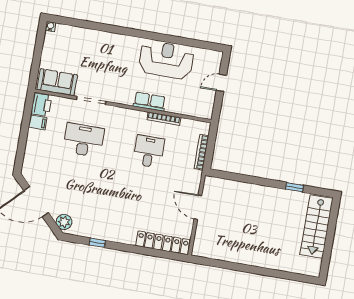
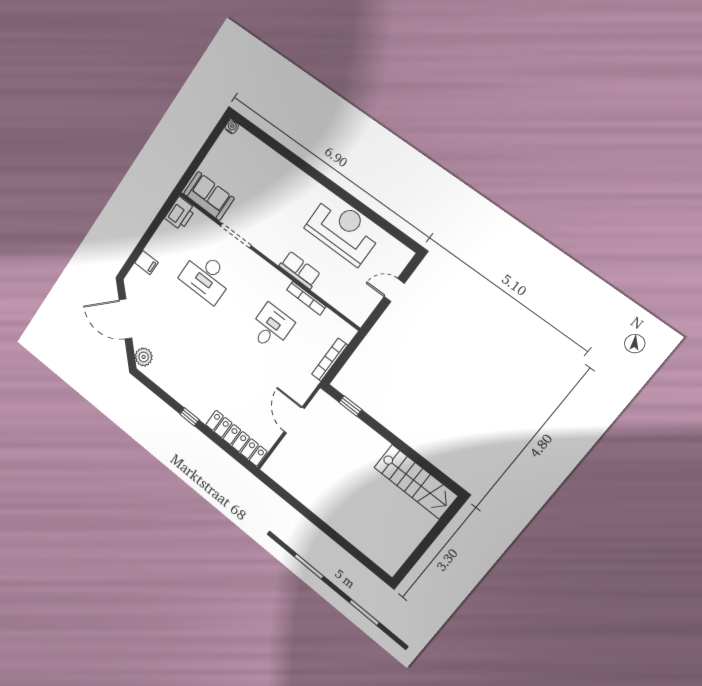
filing cabinet: (38, 122) -> (146, 263), moved
desk: (84, 140) -> (206, 277), turned 180
window: (294, 187) -> (350, 406), moved
stairs: (316, 226) -> (416, 482), moved, turned -90
window: (97, 243) -> (189, 417), moved

